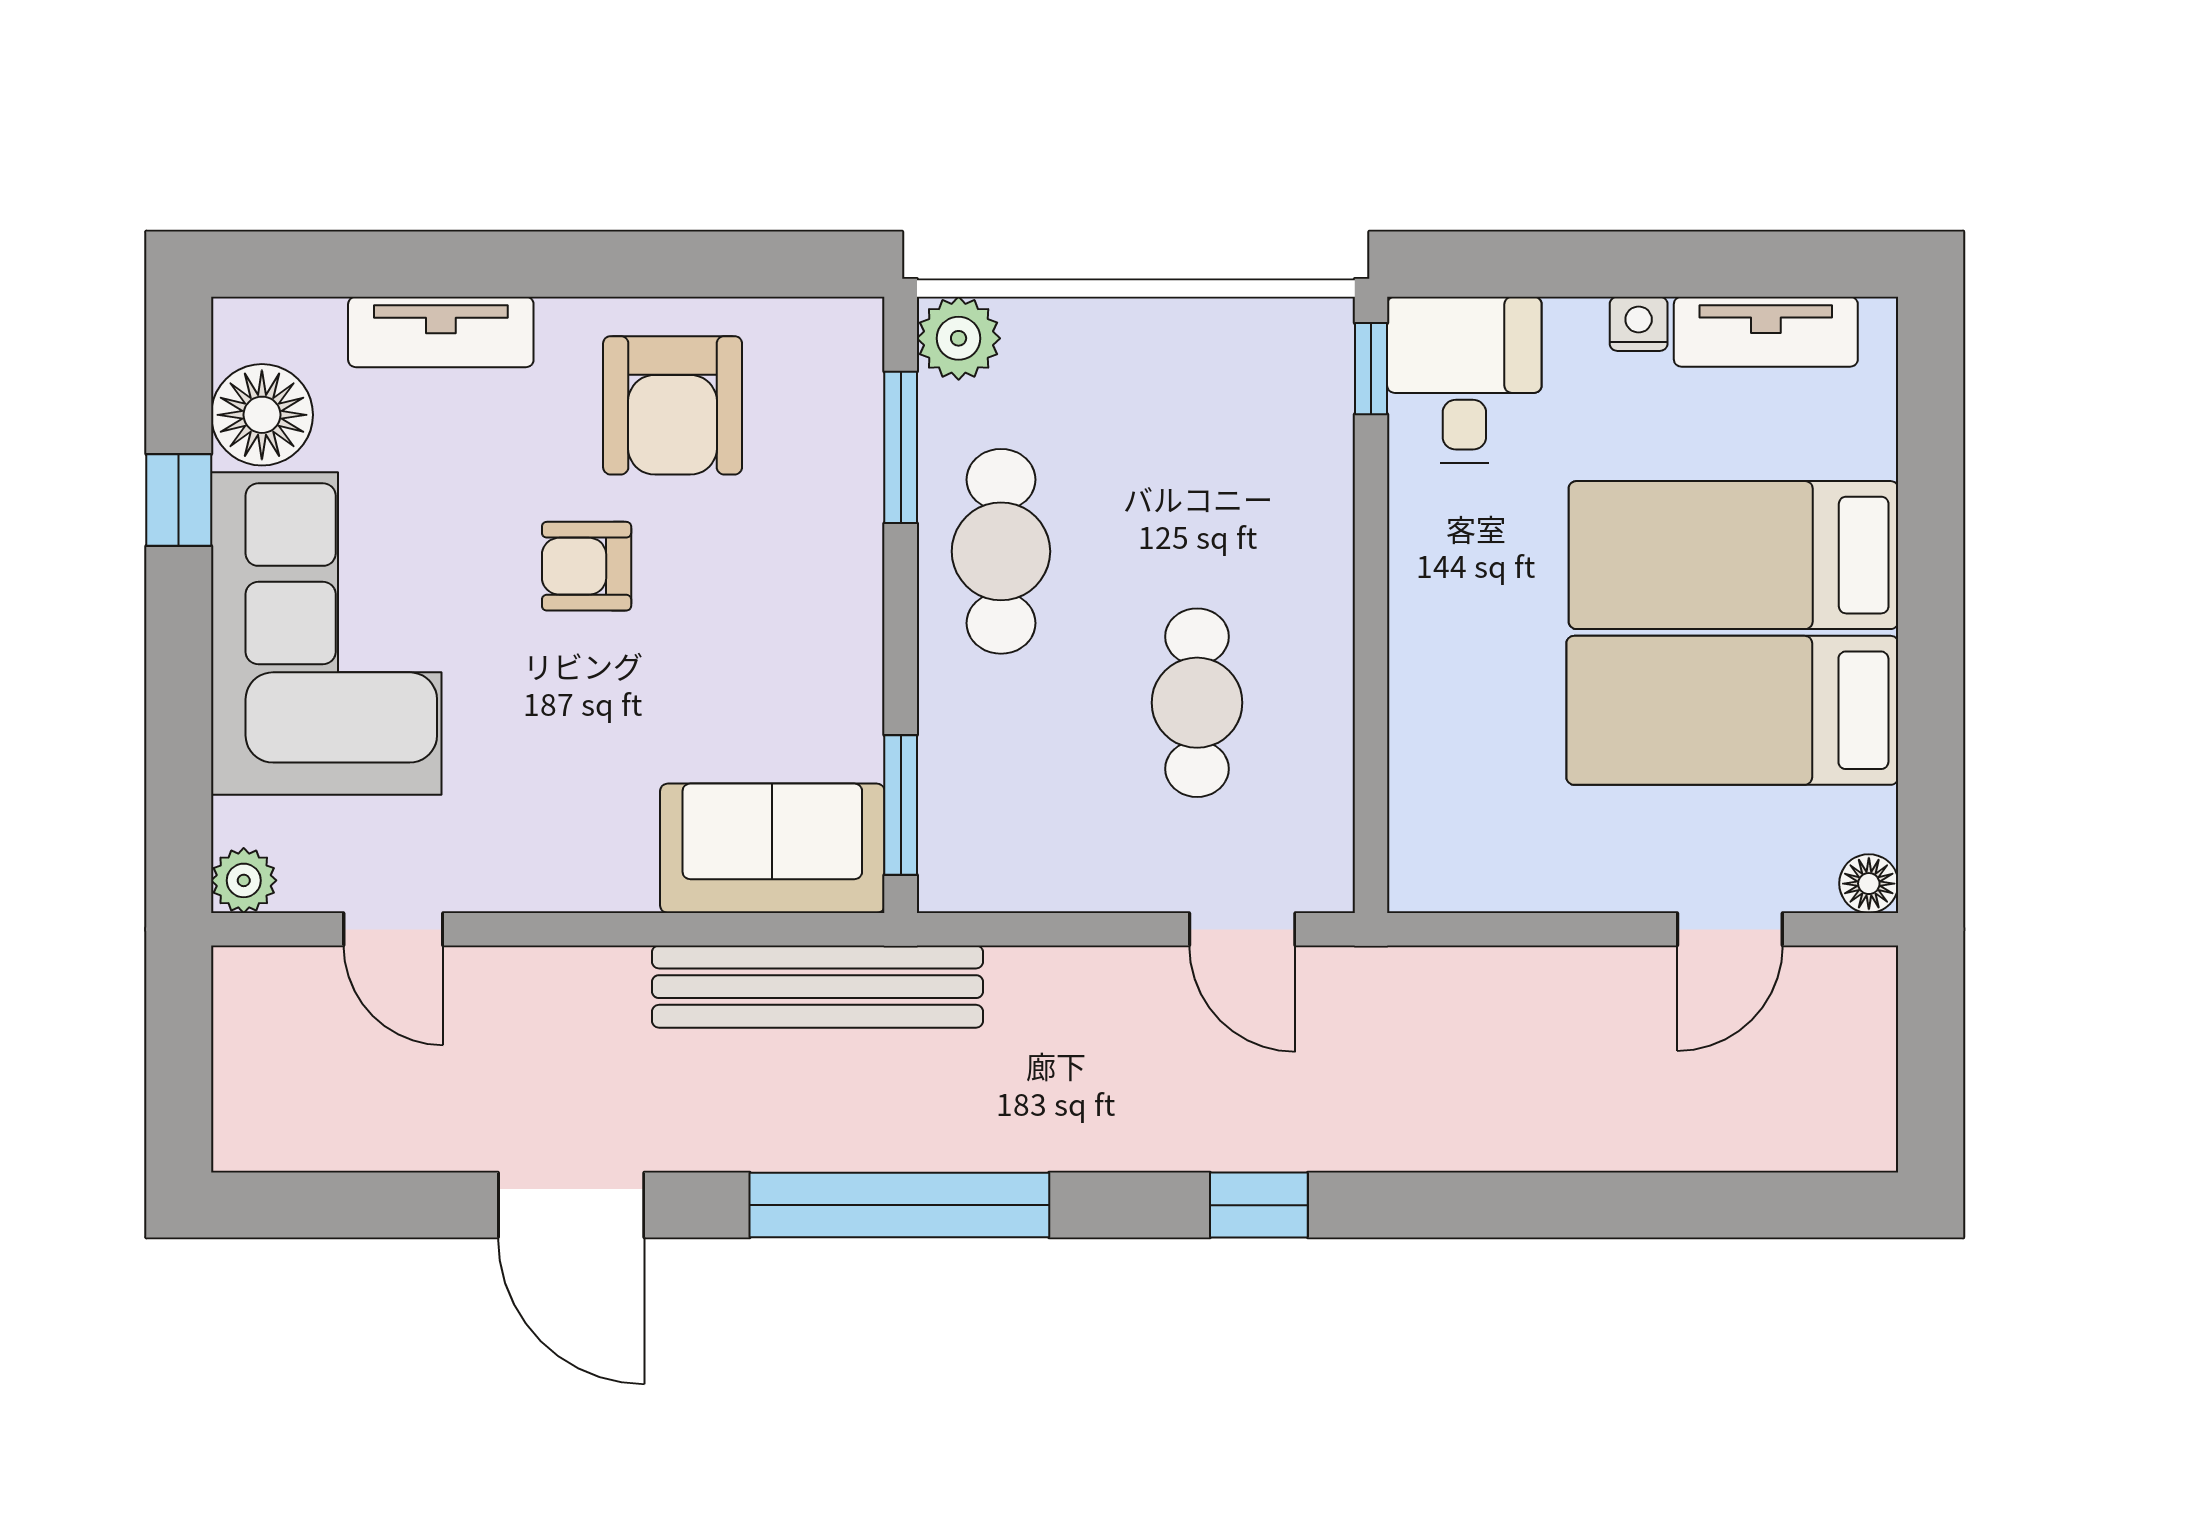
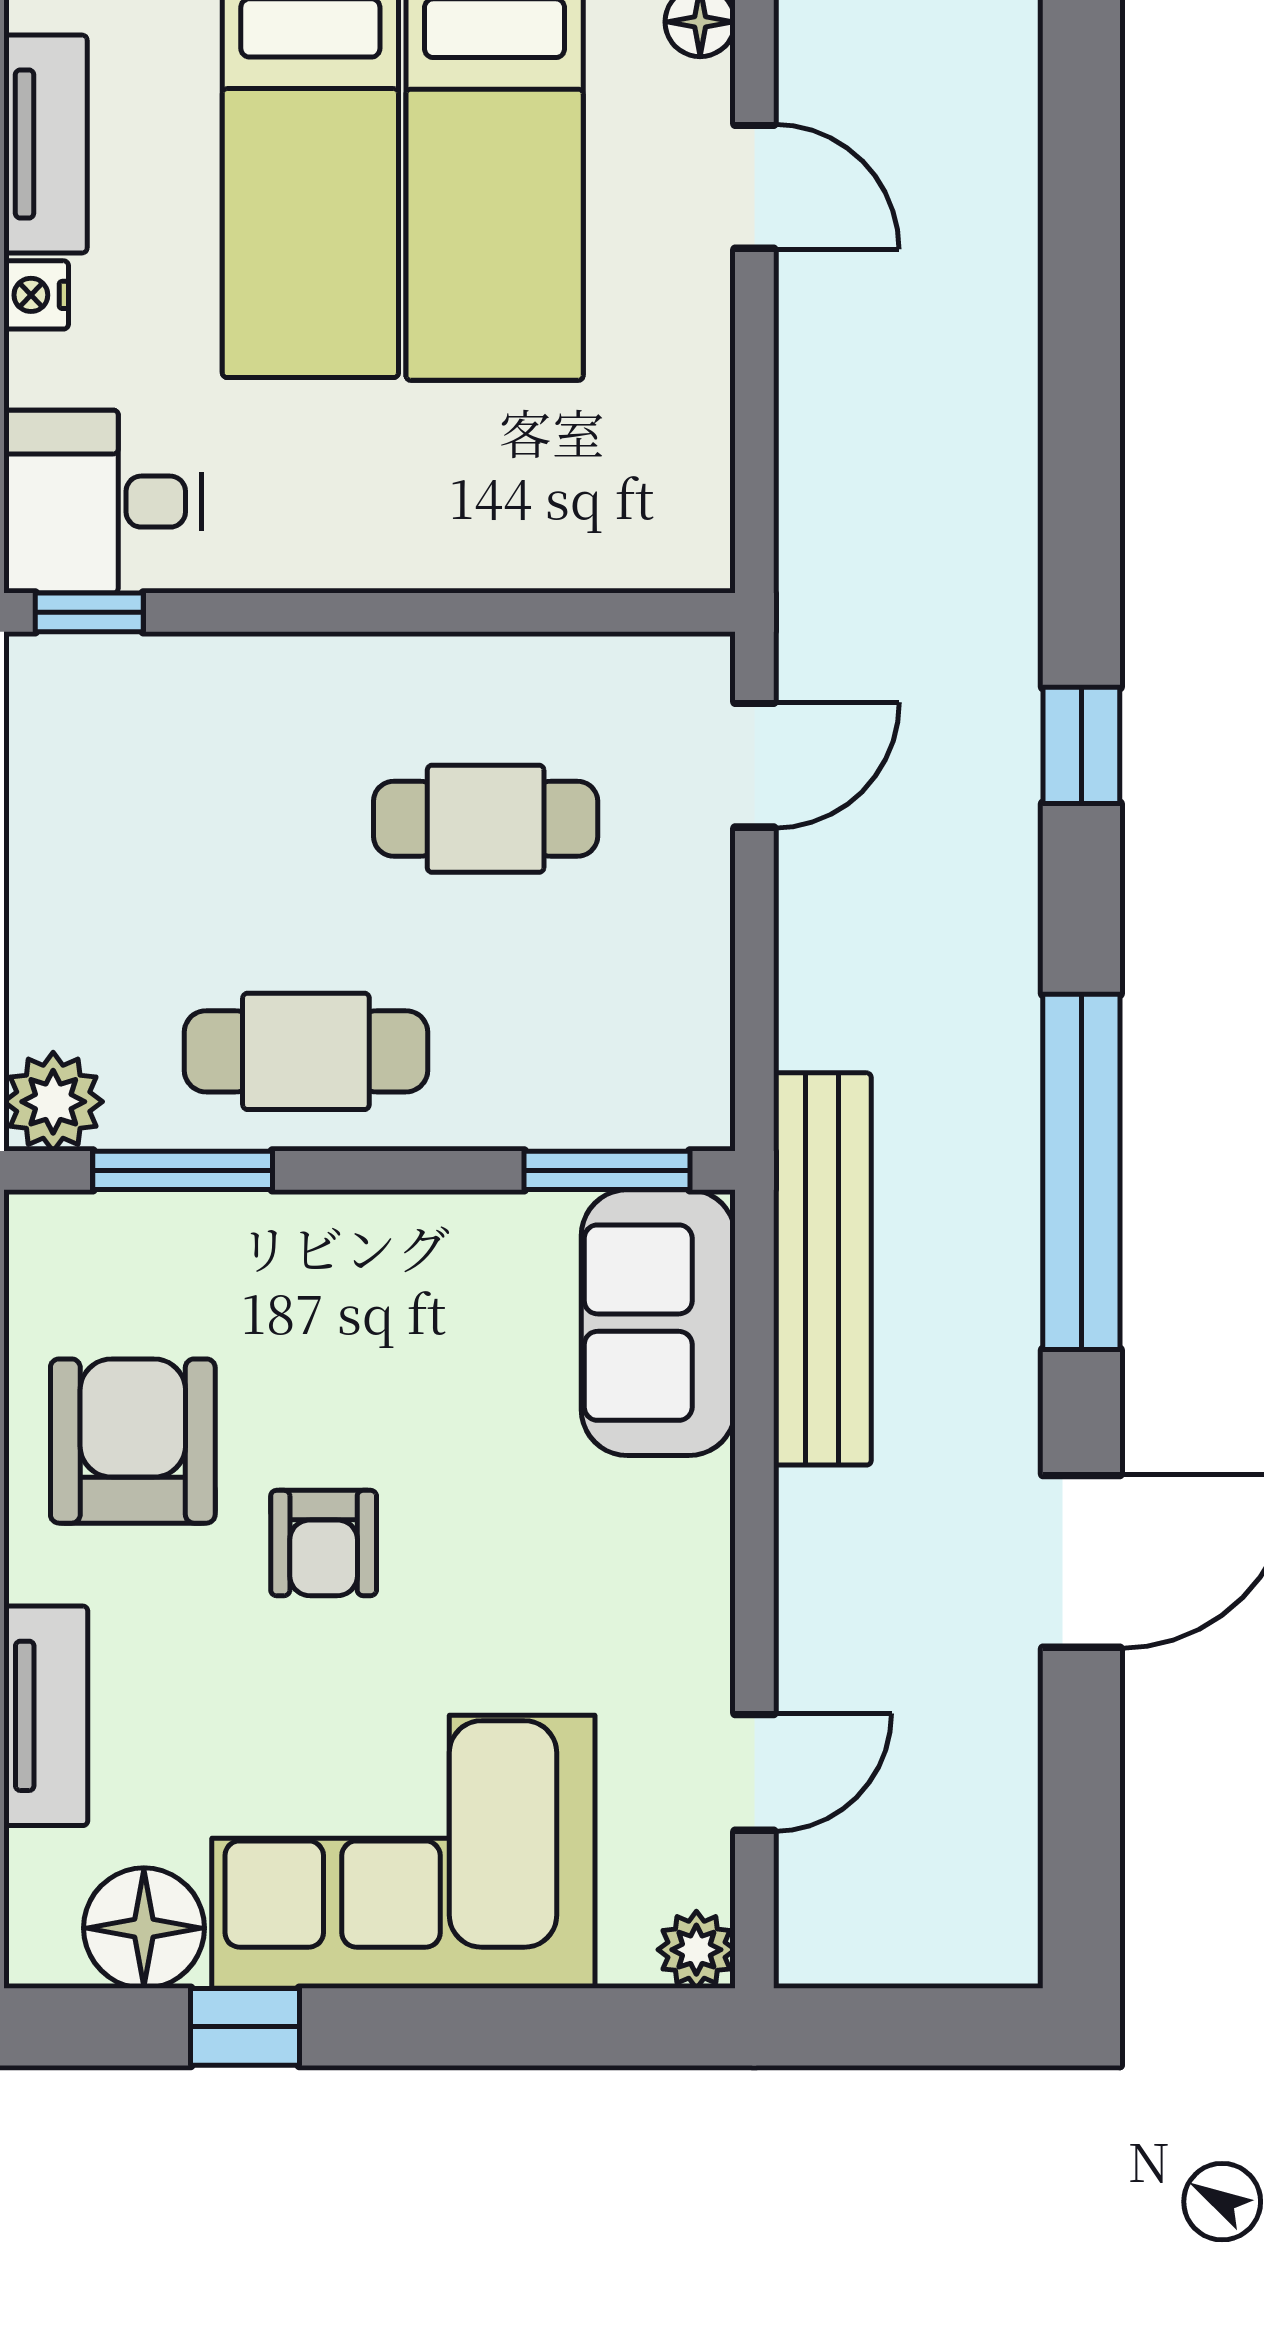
armchair: (673, 405) -> (133, 1441), turned -90

